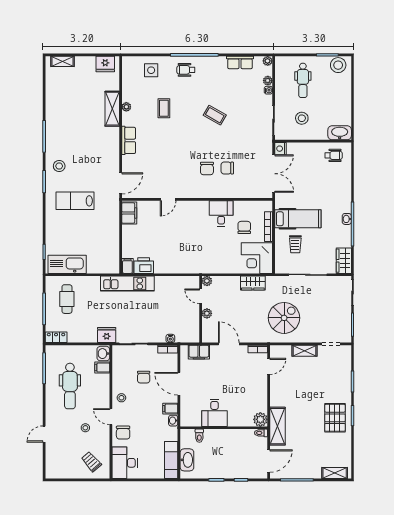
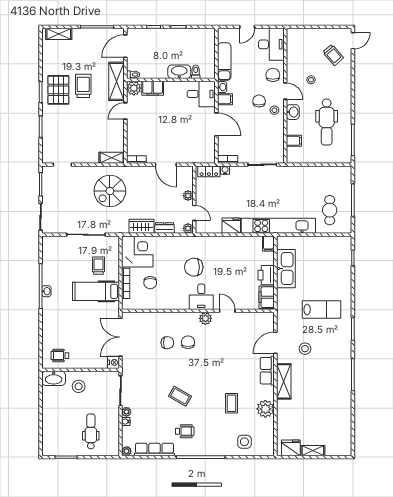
shelving: (63, 61) -> (313, 451), moved
row of seats: (240, 62) -> (154, 450), width x1.48
stool: (338, 65) -> (55, 447), removed
wheelchair: (186, 70) -> (185, 431), moved
plant: (268, 81) -> (126, 412), moved
plant: (126, 107) -> (265, 409), width x1.87, depth x1.87
shelving: (112, 109) -> (284, 381), moved
stool: (302, 118) -> (79, 386), moved
stool: (59, 166) -> (305, 349), moved
door: (121, 183) -> (275, 343), moved
plant: (190, 192) -> (205, 318), added
door: (168, 199) -> (227, 311), hinge flipped
desk: (221, 213) -> (201, 297), moved
chair: (201, 243) -> (194, 267), added
wardrobe: (344, 261) -> (49, 249), removed
kitchen sink: (67, 264) -> (286, 269), moved, turned -90
printer: (144, 266) -> (266, 275), moved, turned 90
dresser: (230, 281) -> (165, 228), added
kitchen unit: (127, 283) -> (278, 226), width x1.36
fridge: (107, 335) -> (231, 226), moved, turned 180
locker: (56, 337) -> (209, 171), moved
shelving: (304, 351) -> (112, 158), moved
filing cabinet: (199, 352) -> (153, 88), moved, turned 180
washbasin: (103, 354) -> (293, 112), moved
door: (269, 366) -> (125, 111), moved
chair: (144, 377) -> (259, 101), moved
dental chair: (70, 386) -> (327, 122), turned 180
desk: (215, 413) -> (201, 94), moved, turned 90
trolley: (310, 422) -> (83, 86), added
door: (44, 434) -> (353, 41), moved
exam couch: (171, 460) -> (224, 62), moved
washbasin: (187, 460) -> (179, 72), moved, turned 90
trolley: (91, 462) -> (333, 55), moved
door: (149, 480) -> (247, 27), added

